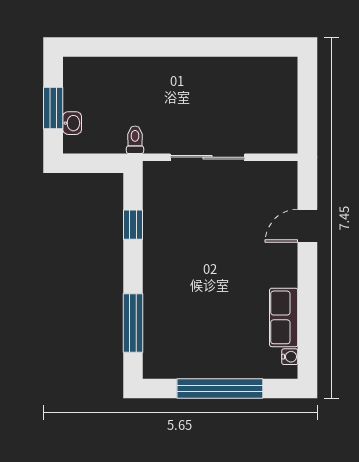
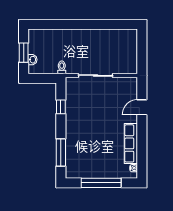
row of seats: (284, 317) -> (131, 143), width x1.48

